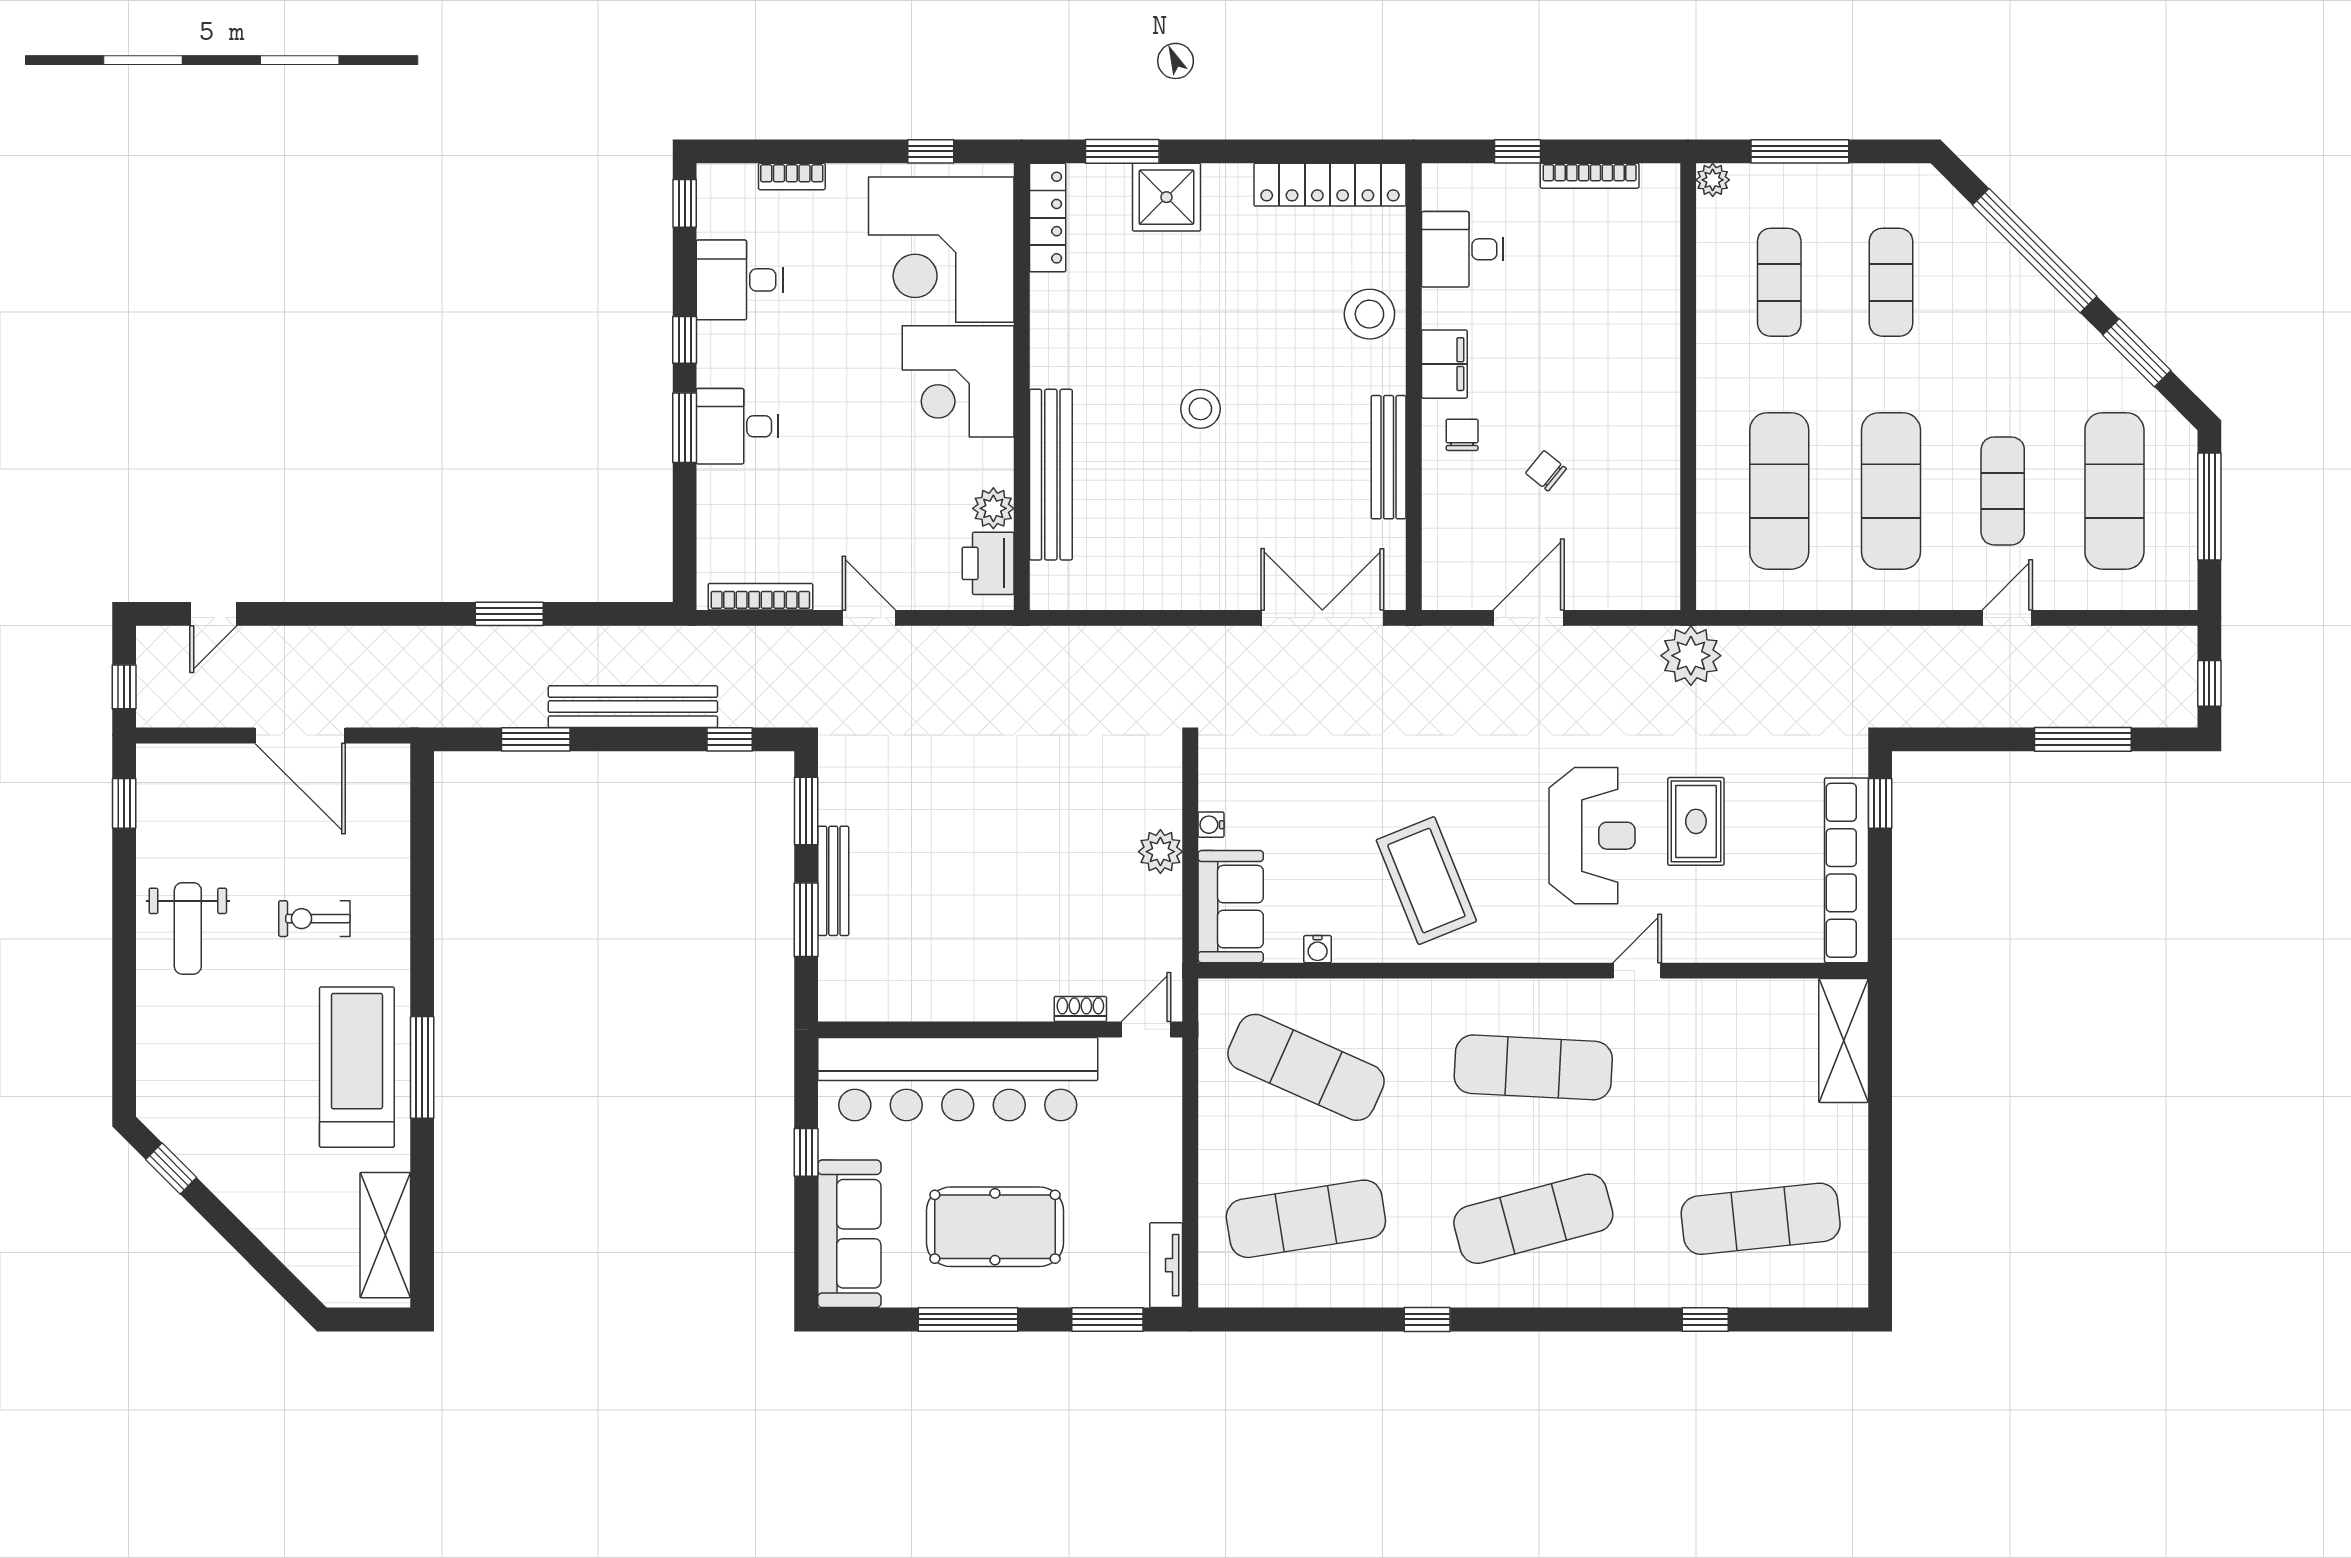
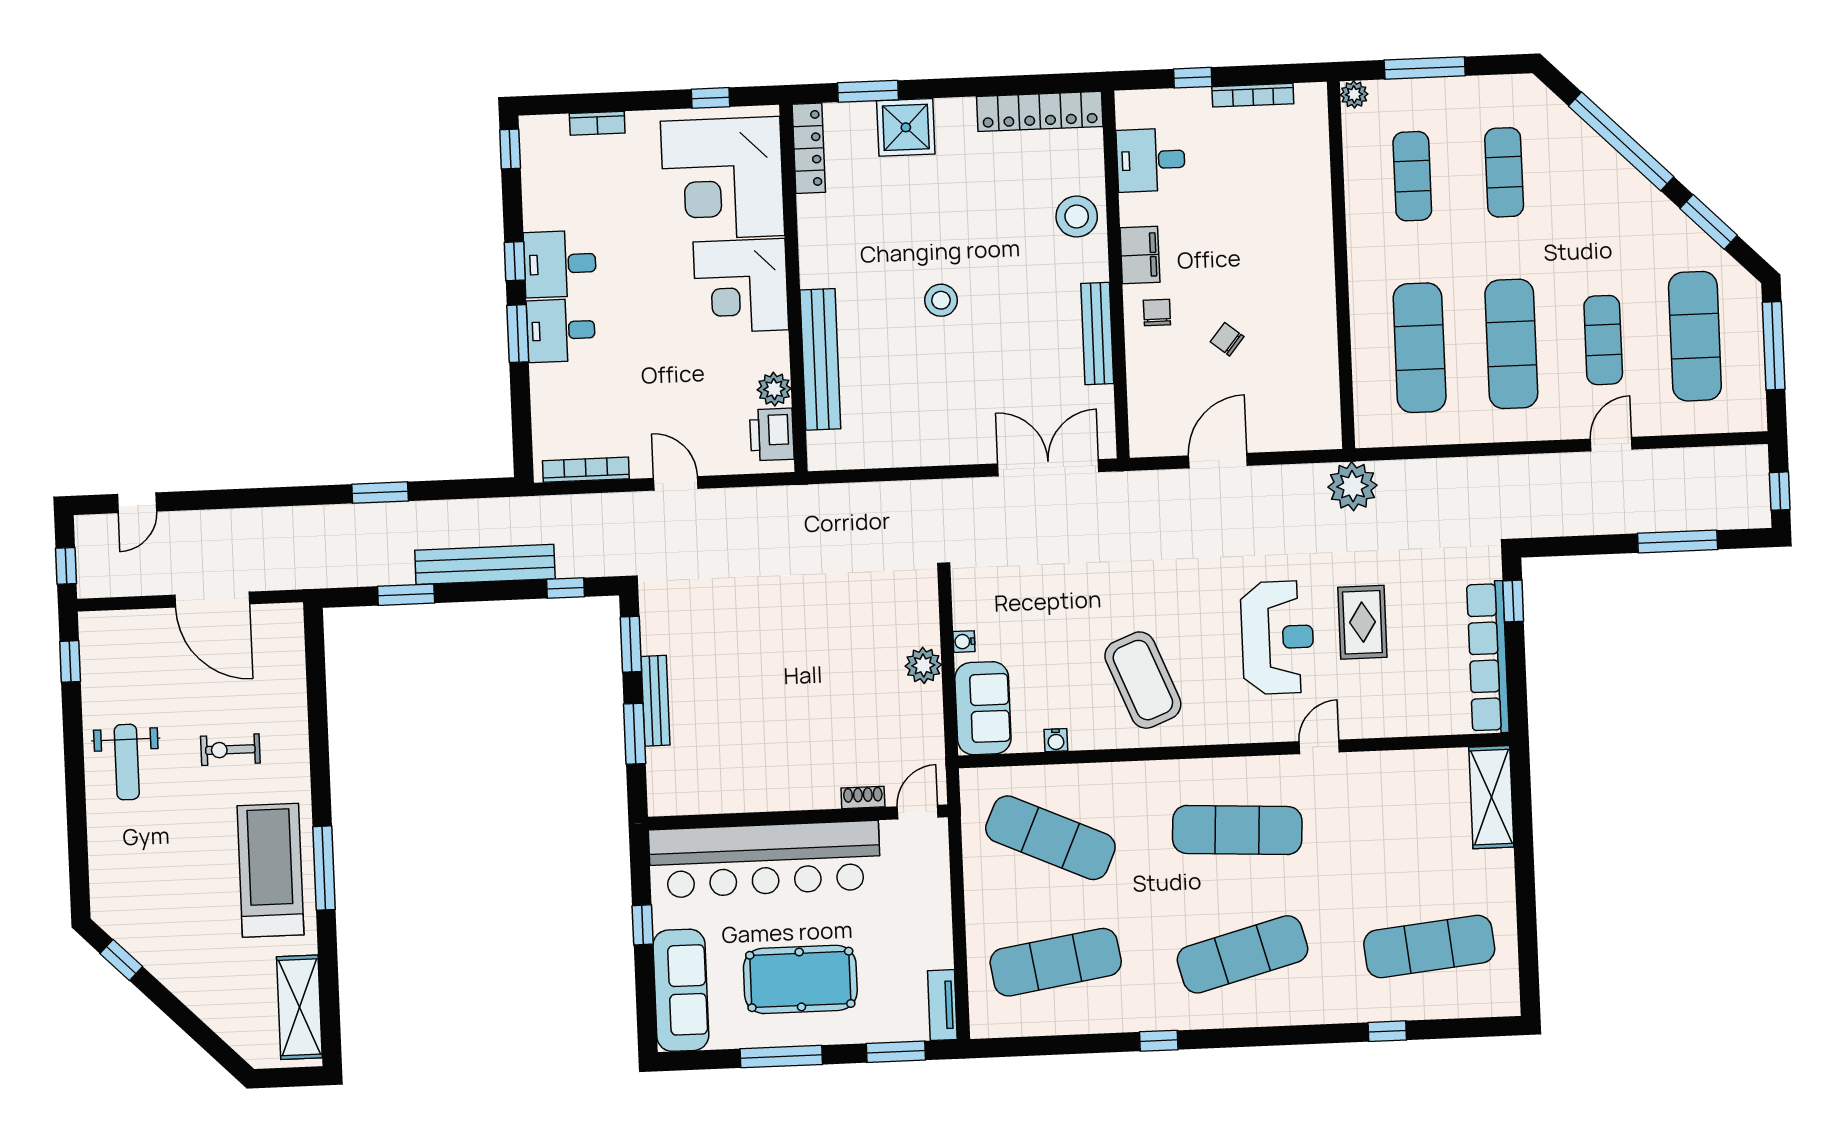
desk: (739, 280) -> (560, 264), moved

